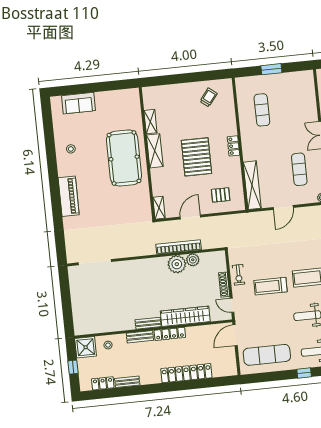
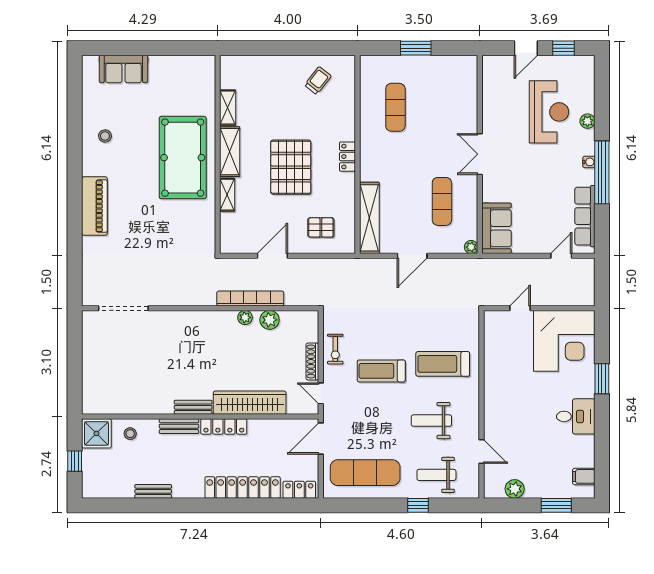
shelving: (159, 208) -> (227, 195), moved
plant: (177, 264) -> (245, 317), width x0.53, depth x0.53
locker: (103, 383) -> (299, 490), moved

